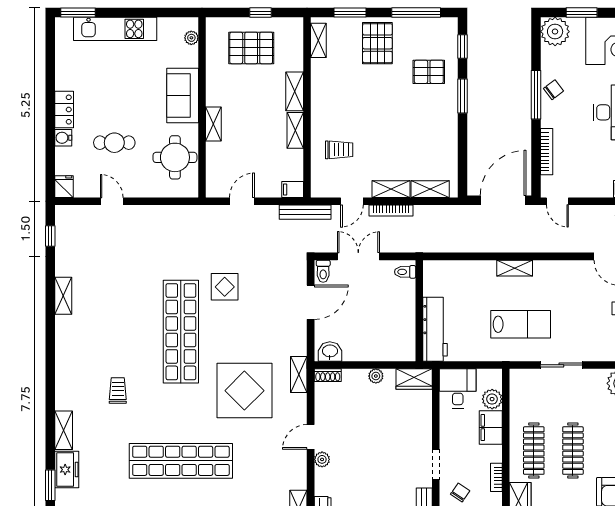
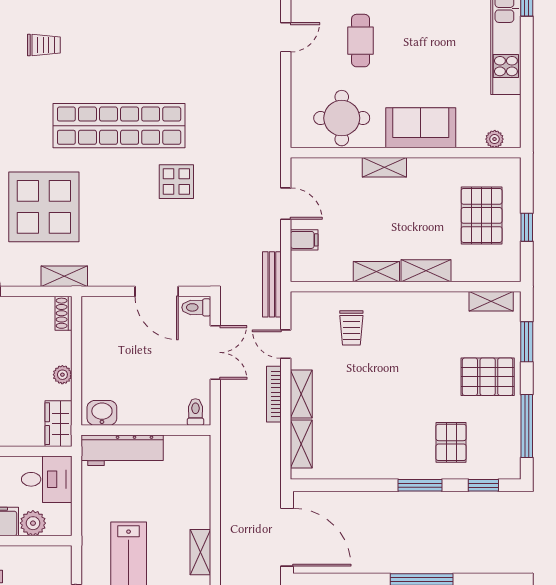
filing cabinet: (293, 189) -> (304, 240), moved, turned 90
washbasin: (330, 352) -> (102, 413), moved, turned -90

